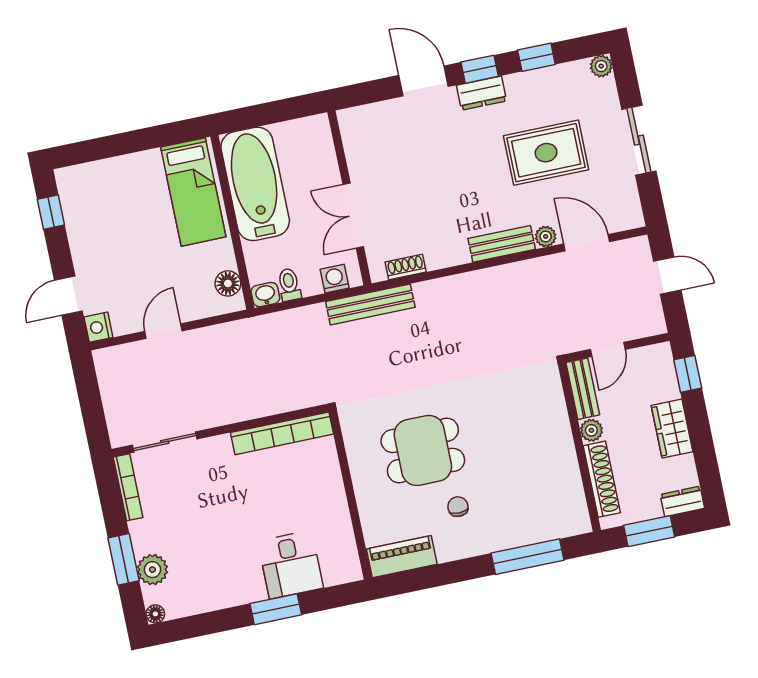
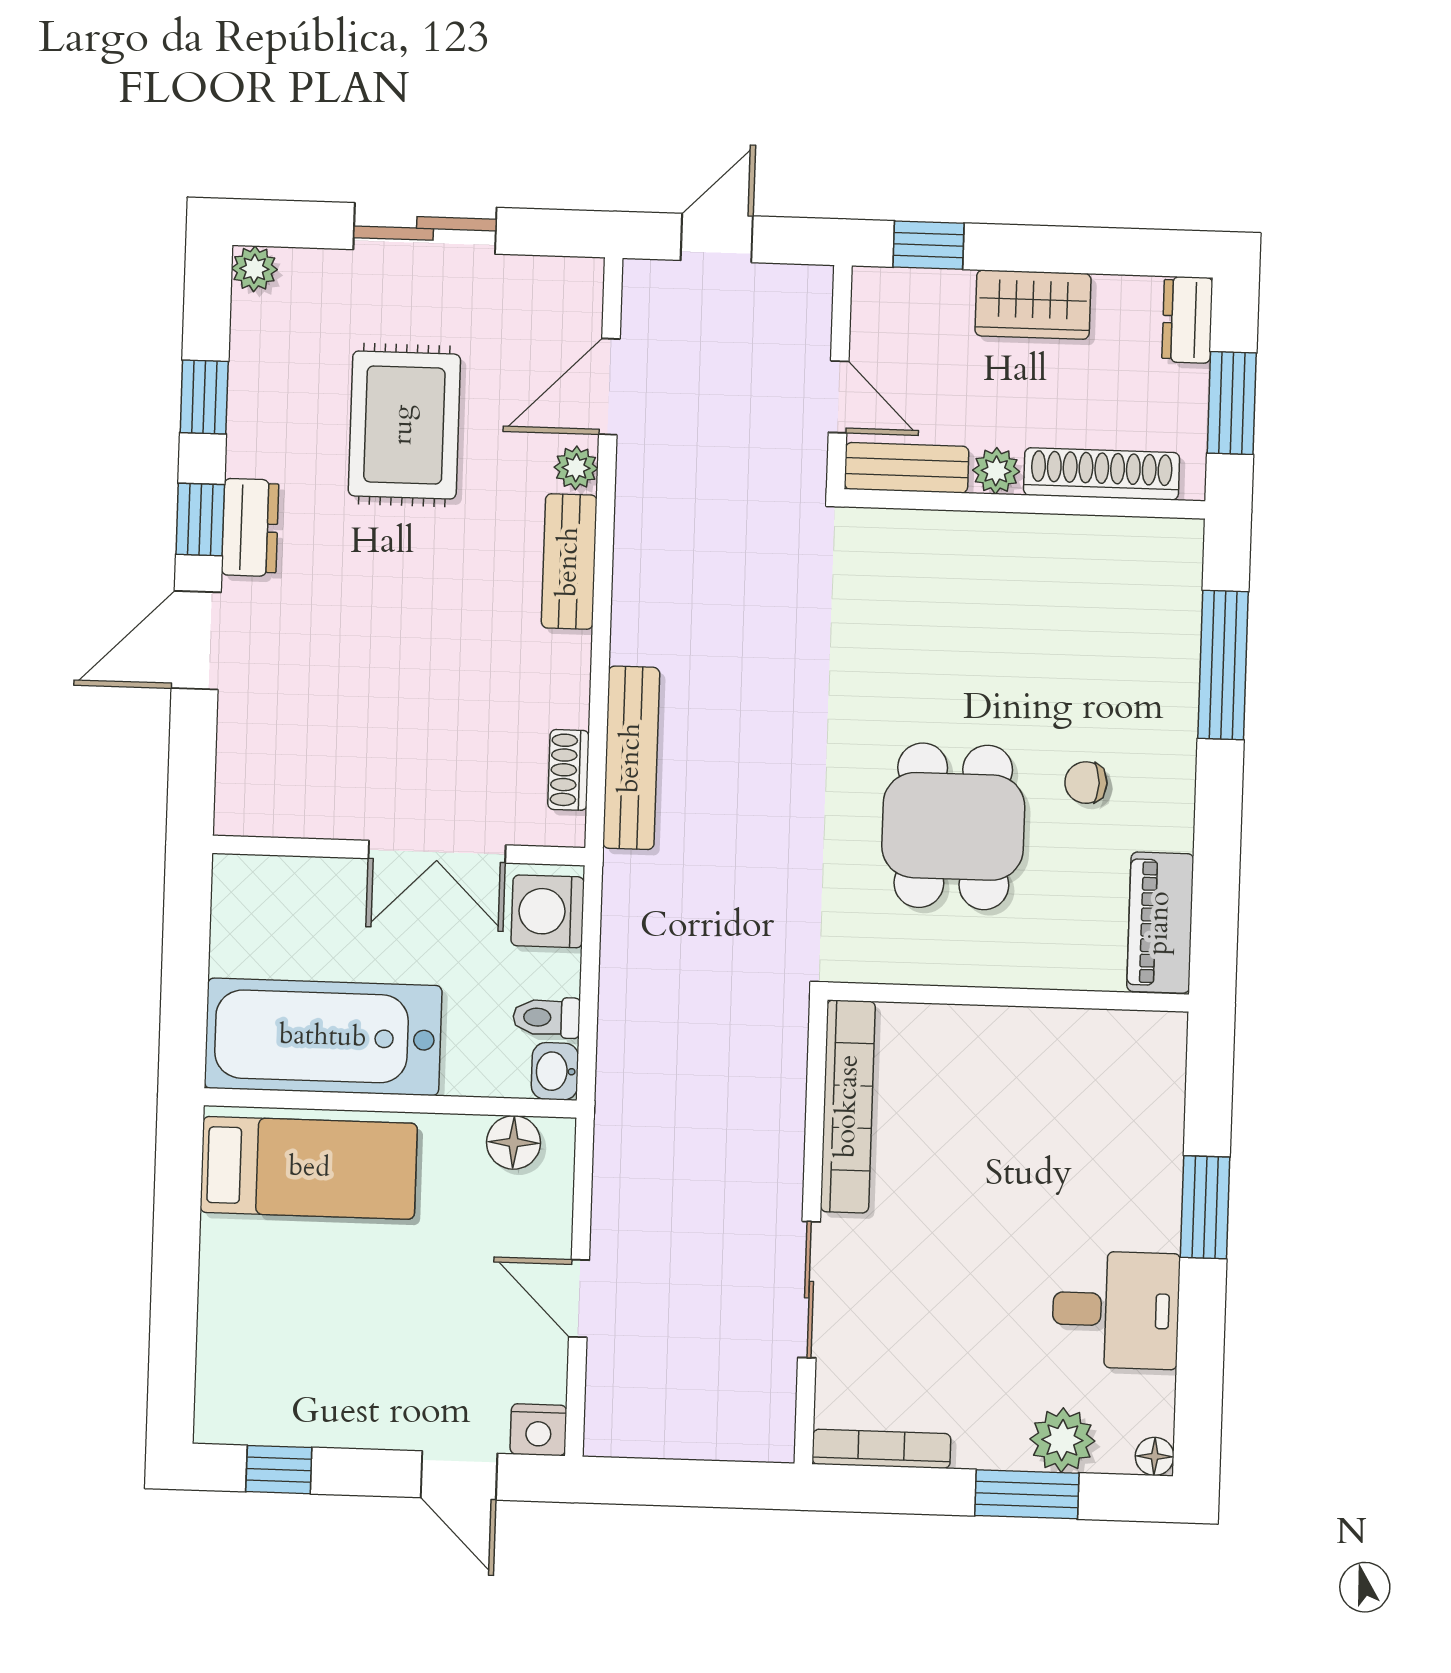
washing machine: (335, 279) -> (548, 911), width x1.38, depth x1.38
bench: (370, 304) -> (631, 758), moved
sliding door: (165, 442) -> (809, 1290), moved
desk: (290, 565) -> (1116, 1310), moved

